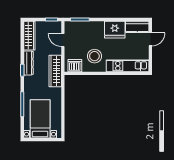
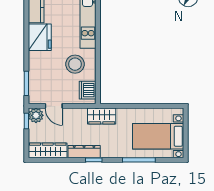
plant: (56, 27) -> (36, 115), added
door: (63, 40) -> (54, 106), hinge flipped
wardrobe: (55, 71) -> (102, 116), width x0.67

